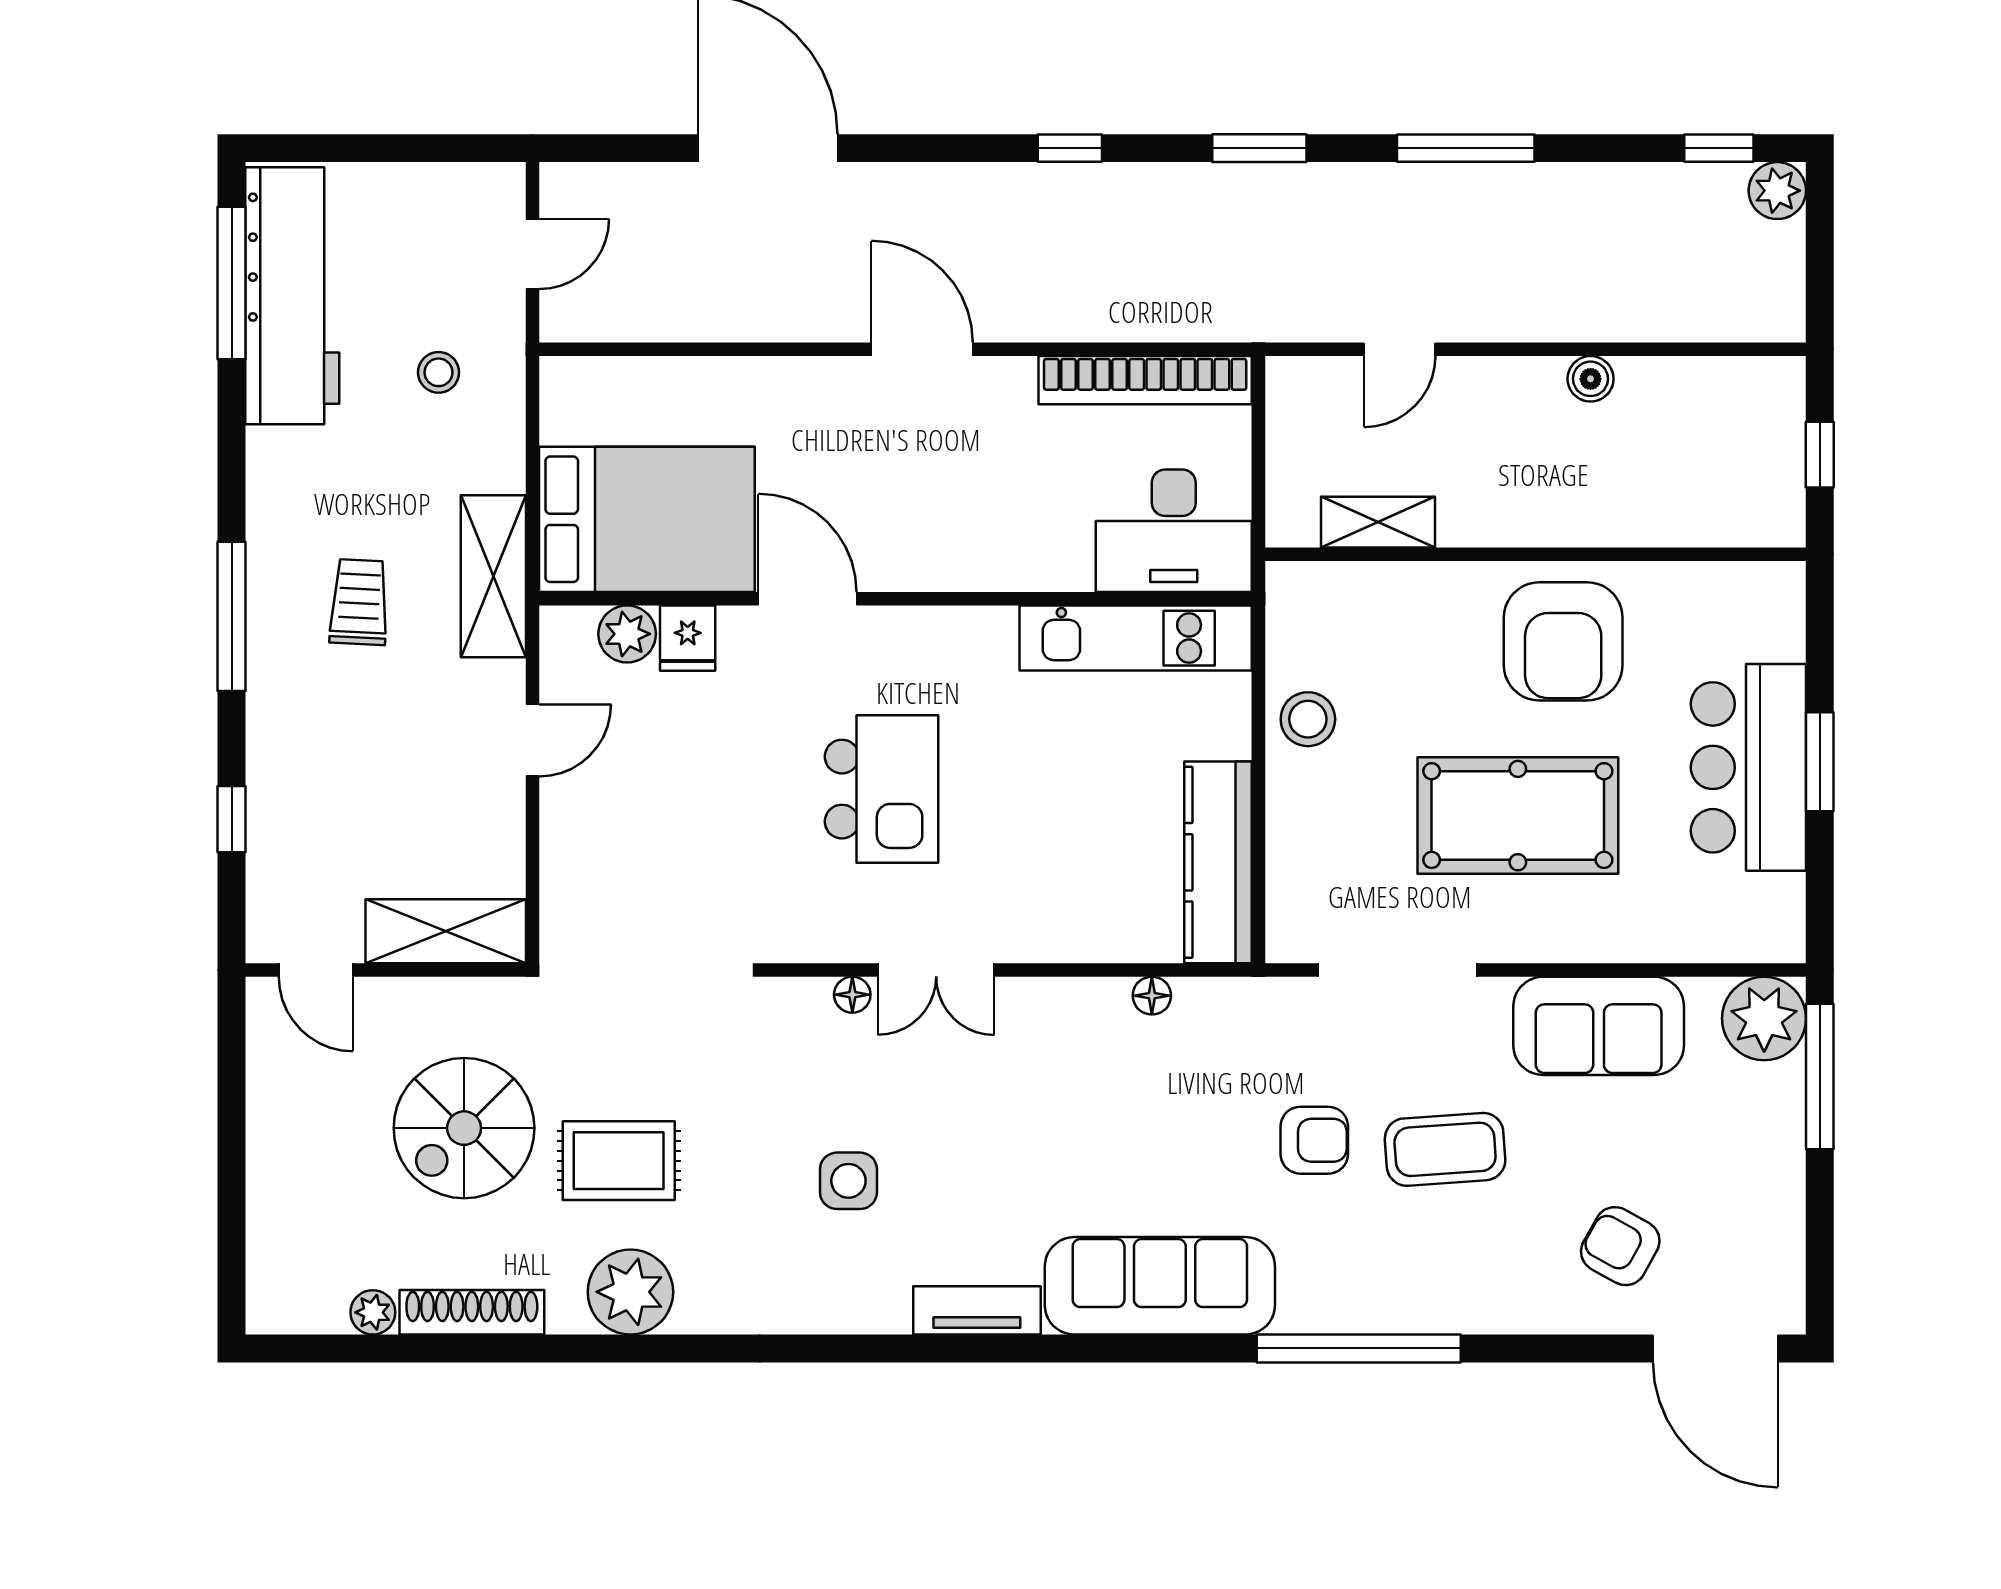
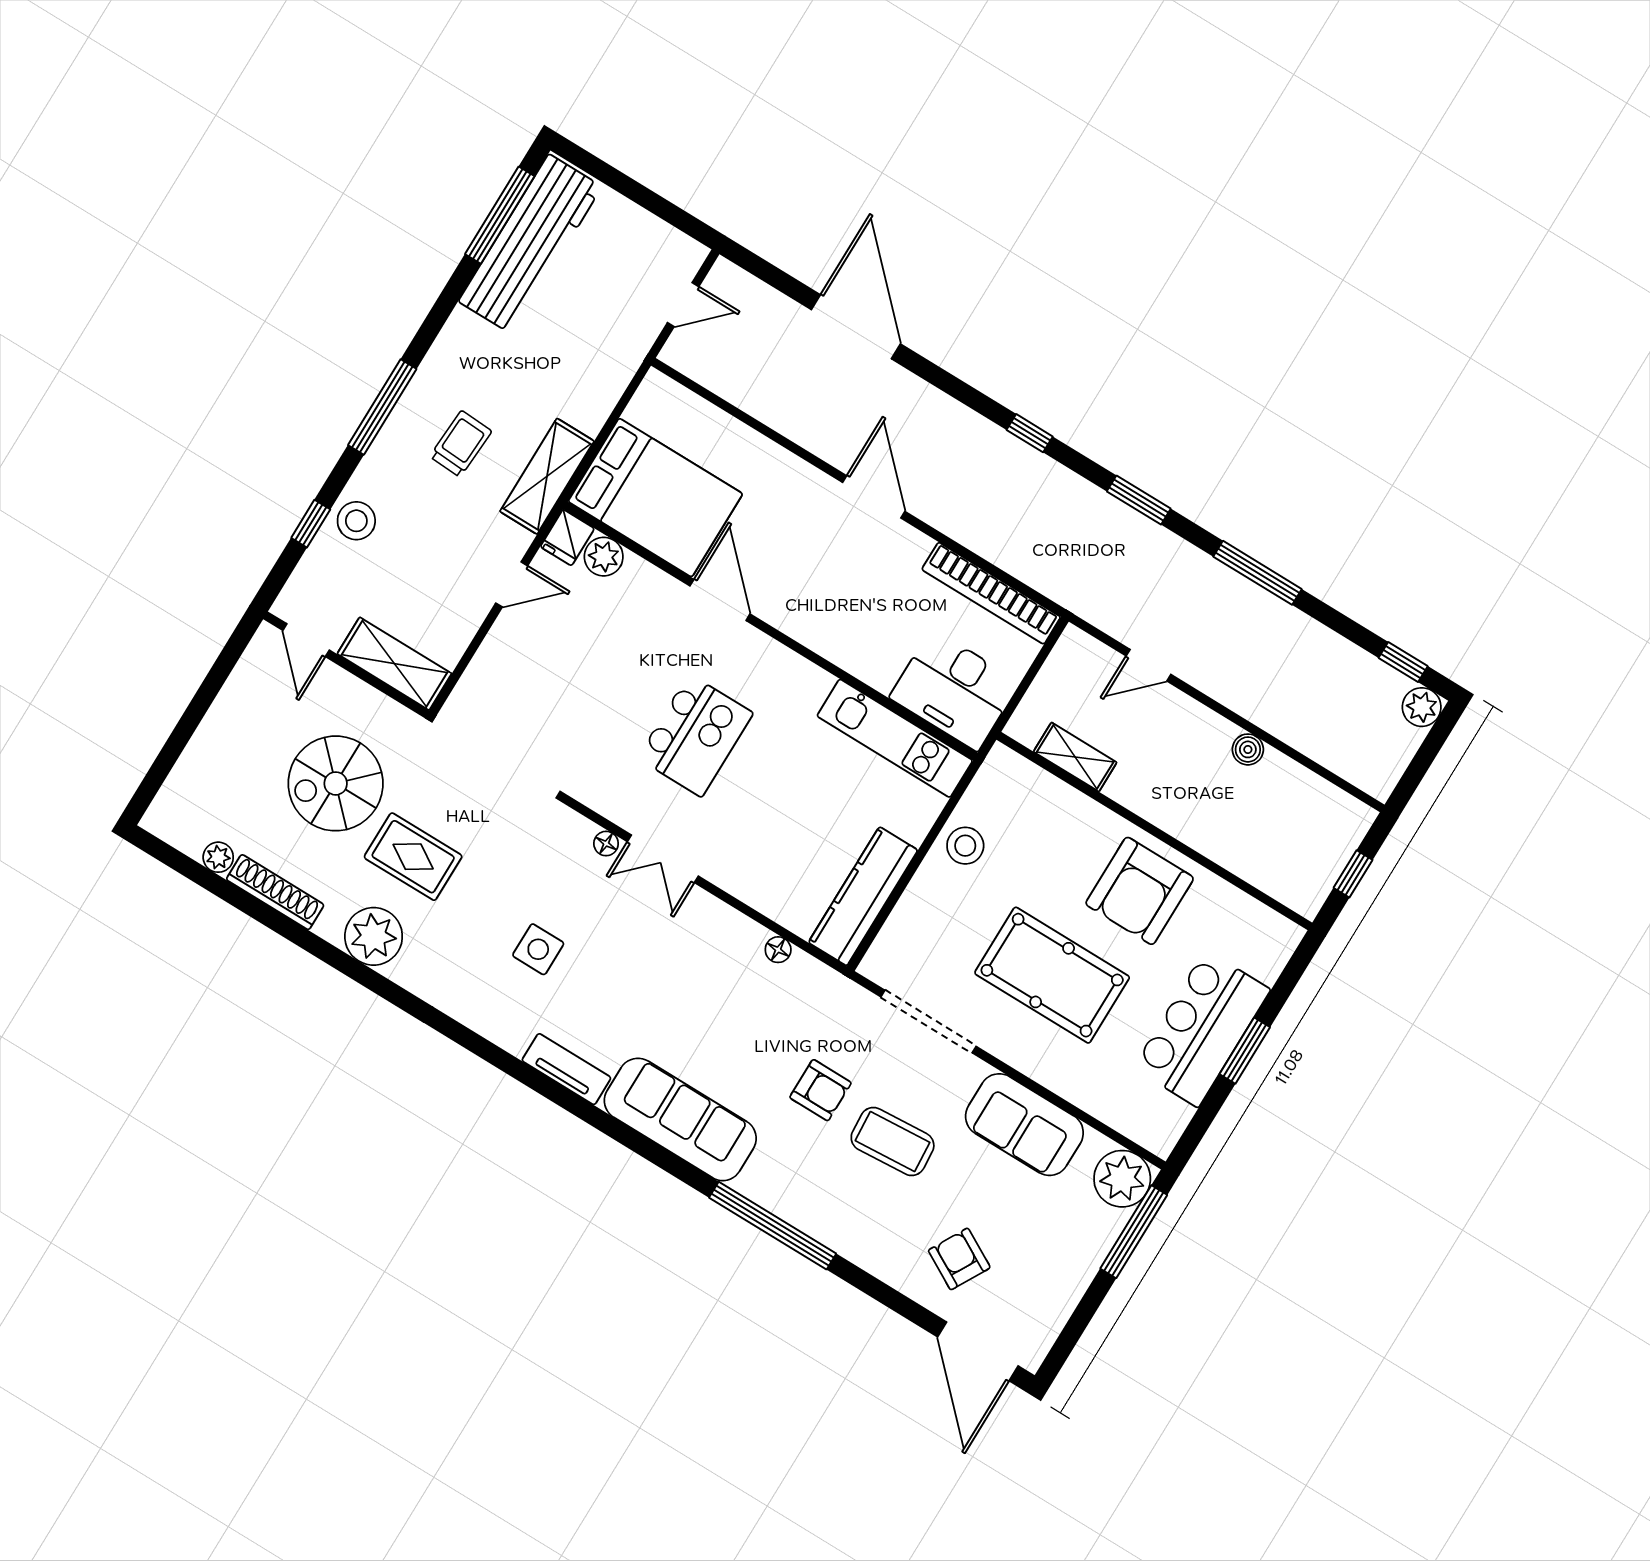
stool: (439, 372) -> (356, 521), moved, width x1.37, depth x1.37
fridge: (688, 638) -> (567, 538), moved

